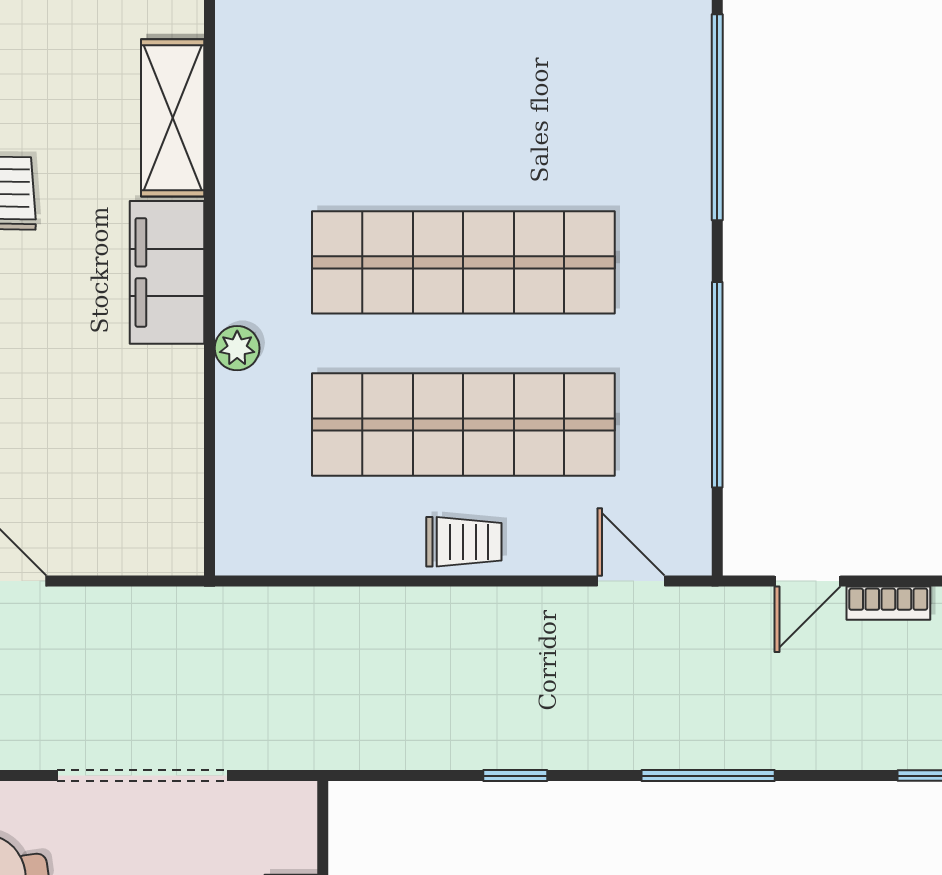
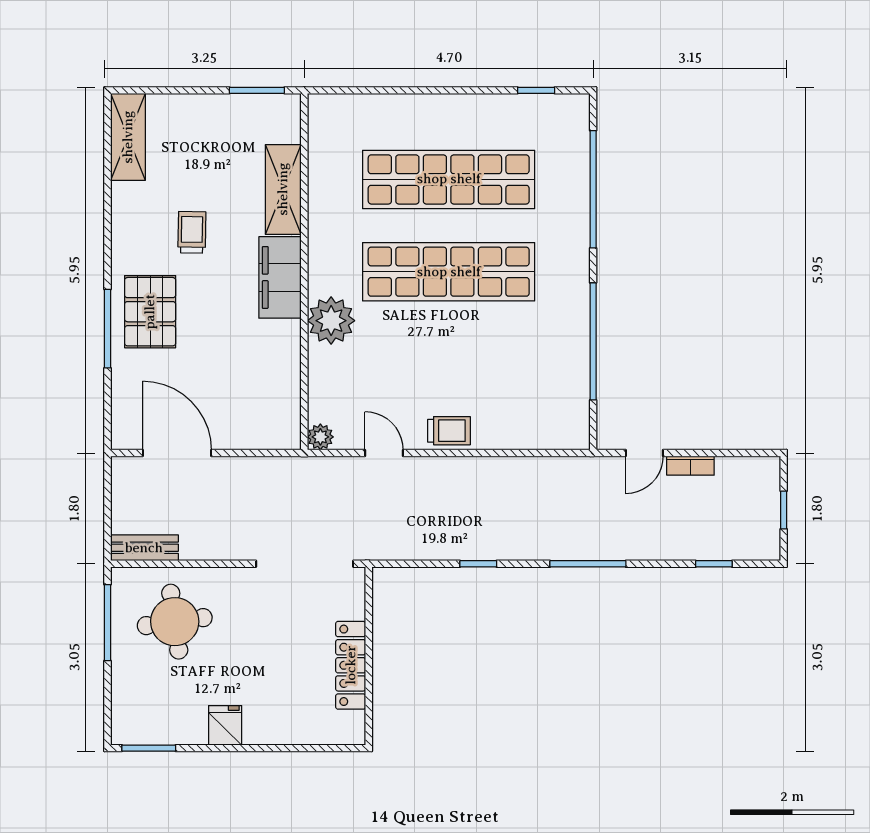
plant: (237, 348) -> (331, 321), width x1.87, depth x1.87
shop shelf: (463, 424) -> (449, 179), moved
plant: (238, 553) -> (320, 437), added
door: (631, 581) -> (384, 453), moved
doorway: (142, 776) -> (305, 564), moved

